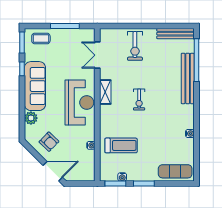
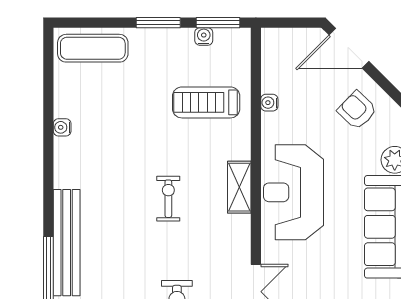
shelving: (105, 92) -> (239, 187), moved

